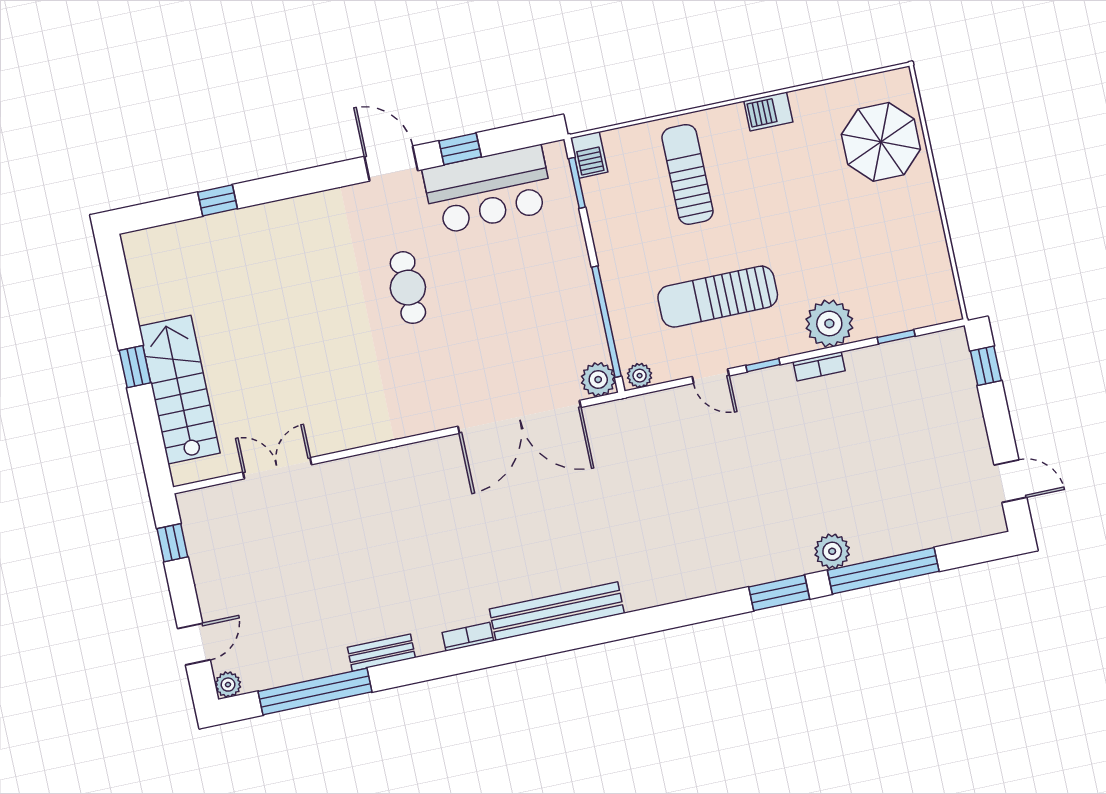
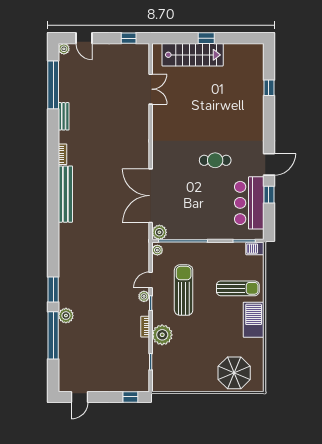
barbecue: (768, 111) -> (254, 320), width x1.88, depth x1.53
plant: (751, 383) -> (144, 296), added

